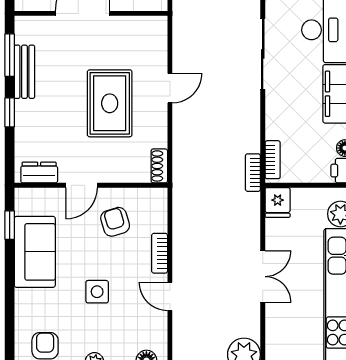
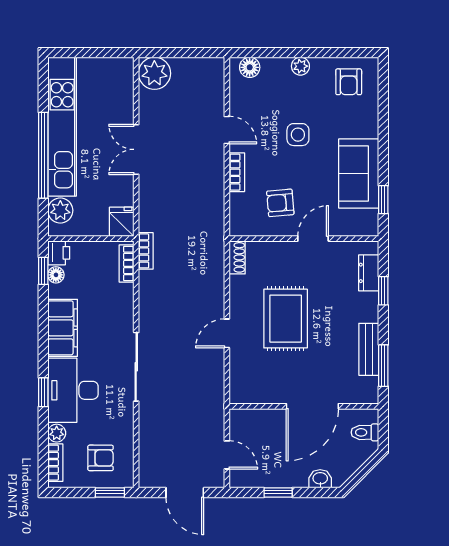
window: (10, 112) -> (383, 291), moved
dresser: (39, 173) -> (369, 273), moved, turned 90
armchair: (115, 222) -> (280, 203), turned 102

